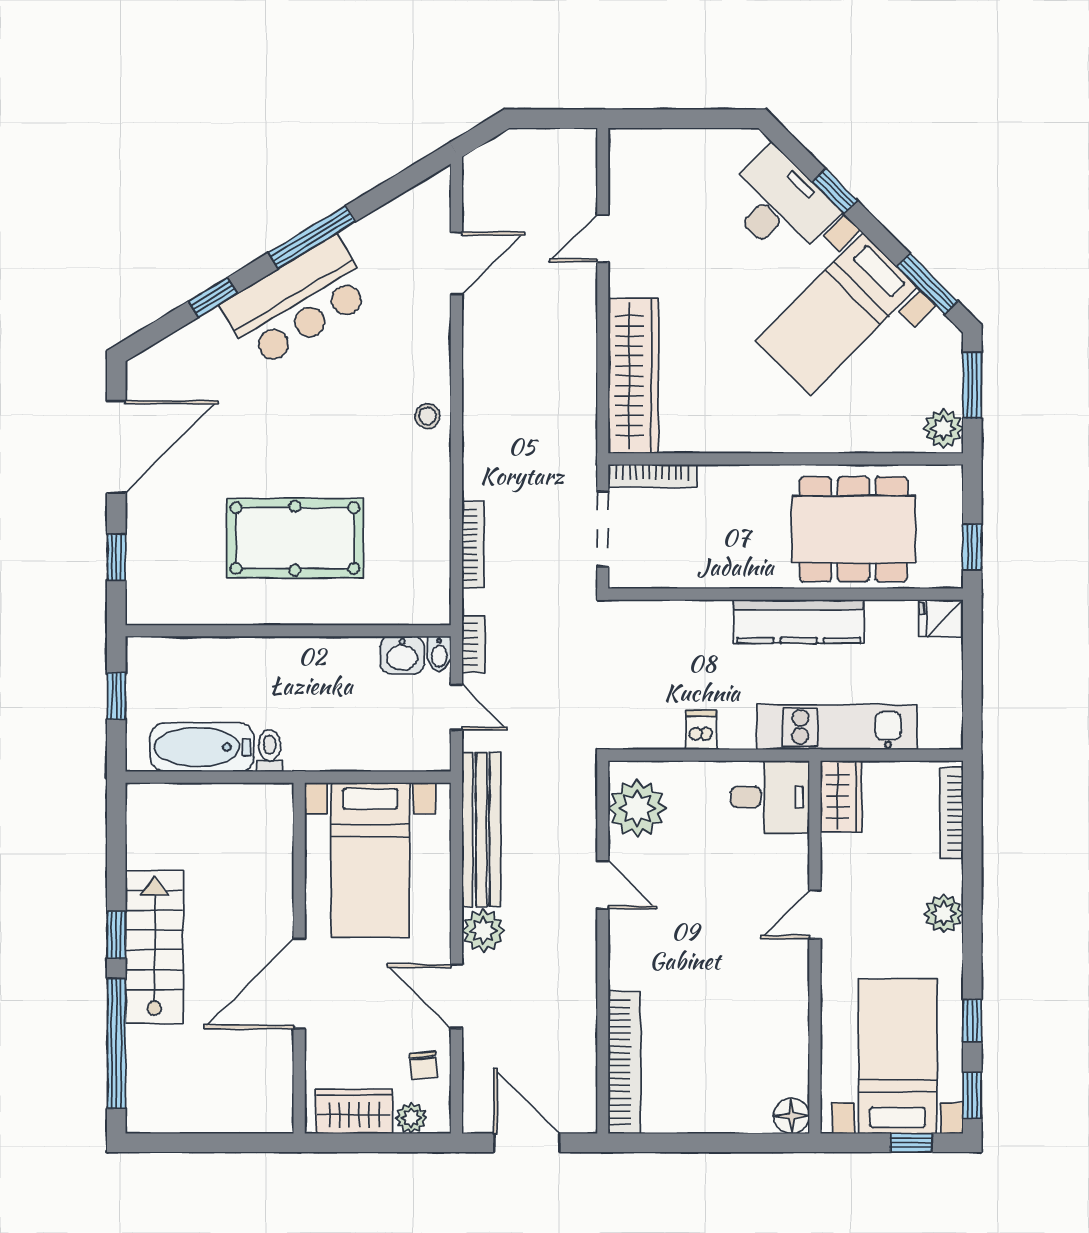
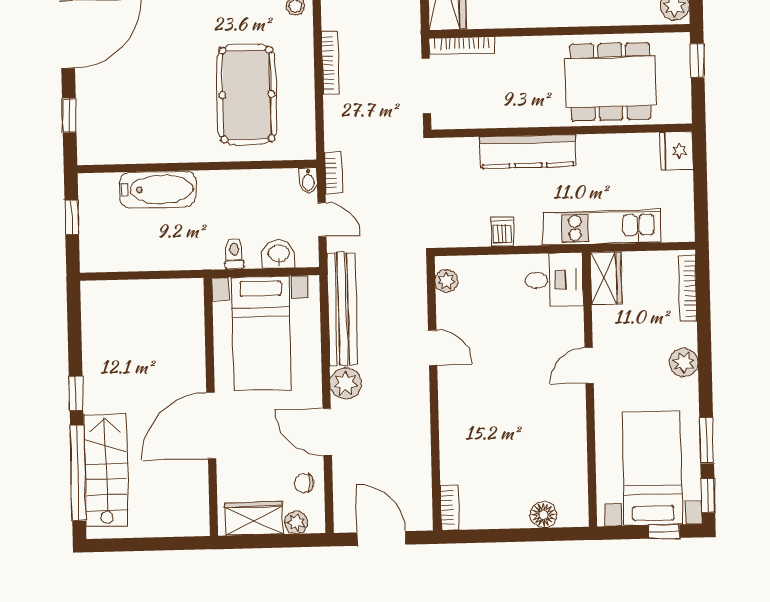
pool table: (295, 538) -> (247, 95), moved, turned 90
bookcase: (473, 545) -> (330, 62), moved
window: (972, 547) -> (697, 60), moved
fridge: (941, 618) -> (676, 151), width x1.38
kitchen counter: (799, 621) -> (528, 151), moved
washbasin: (402, 655) -> (279, 254), moved, turned 180
bathtub: (202, 747) -> (158, 189), moved, turned 180
toilet: (270, 751) -> (234, 254), moved
plant: (637, 808) -> (446, 281), width x0.53, depth x0.53
stairs: (154, 947) -> (106, 470), moved
window: (972, 1020) -> (707, 440), width x1.50
bookcase: (624, 1062) -> (450, 507), width x0.43, depth x0.76
chair: (424, 1065) -> (304, 483), turned 96
floor lamp: (792, 1116) -> (543, 515), moved

